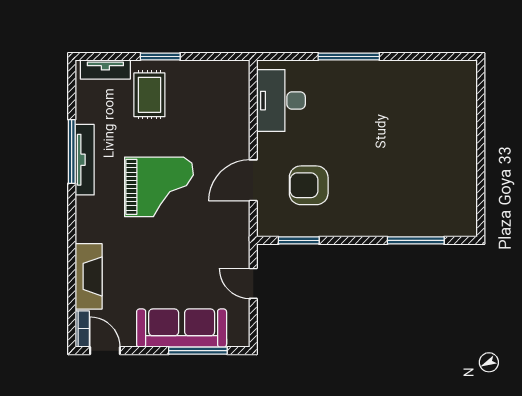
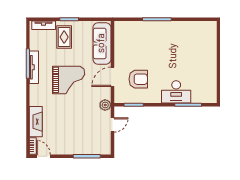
desk: (281, 101) -> (176, 92), moved, turned -90
armchair: (309, 185) -> (138, 79), turned 180
plant: (238, 241) -> (105, 105), added
door: (253, 283) -> (112, 125), swing flipped
sofa: (182, 328) -> (102, 43), moved, turned -90

